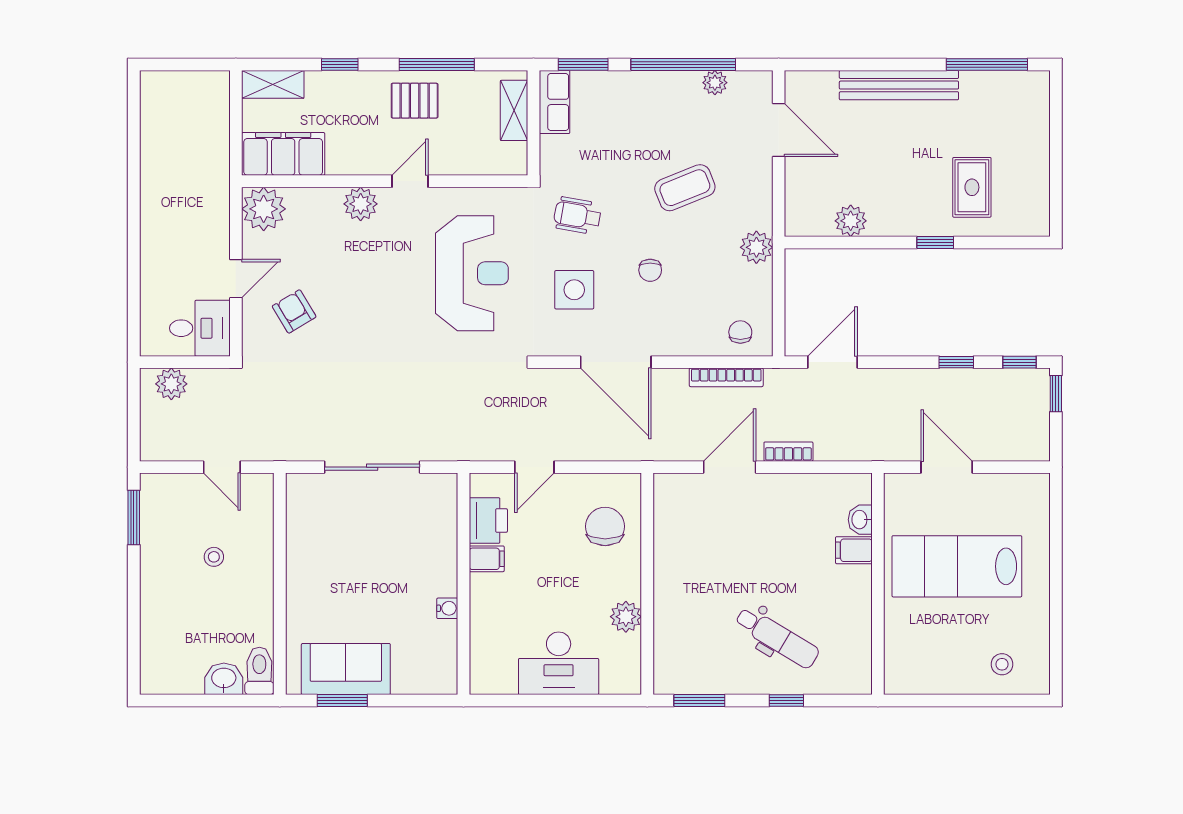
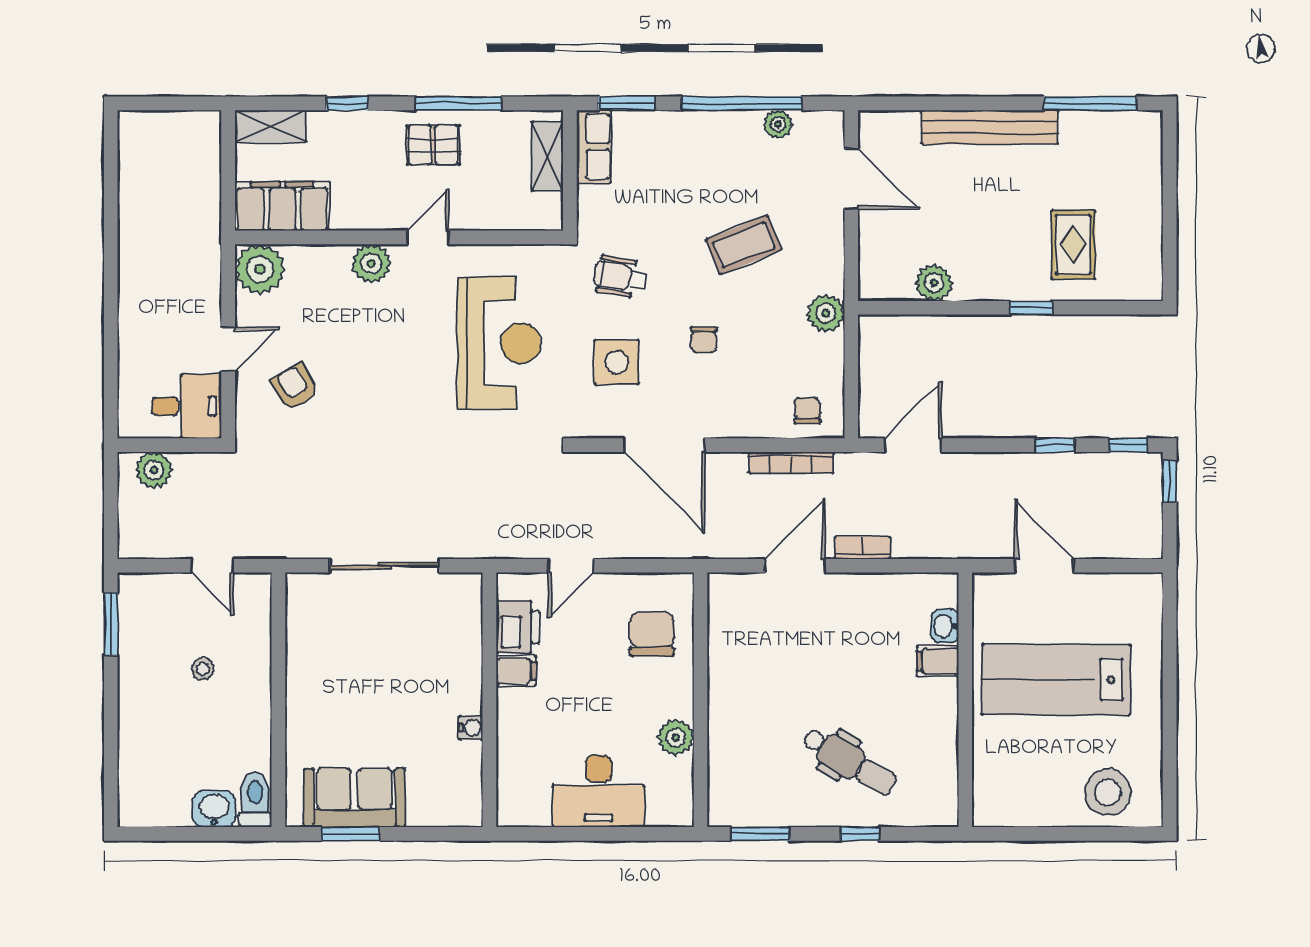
stool: (1002, 664) -> (1108, 792), width x1.89, depth x1.89

